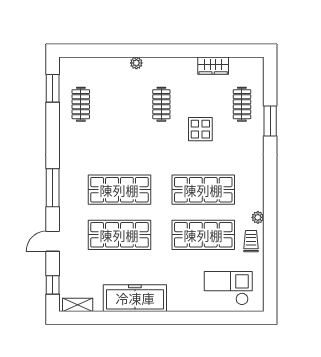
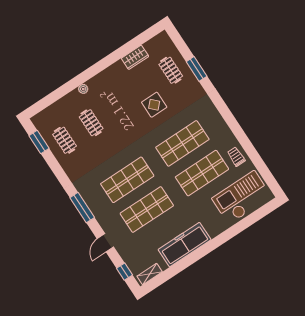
clothes rail: (161, 104) -> (91, 123), moved
plant: (258, 217) -> (230, 138), removed
checkout: (228, 288) -> (242, 197), width x1.36, depth x1.21

